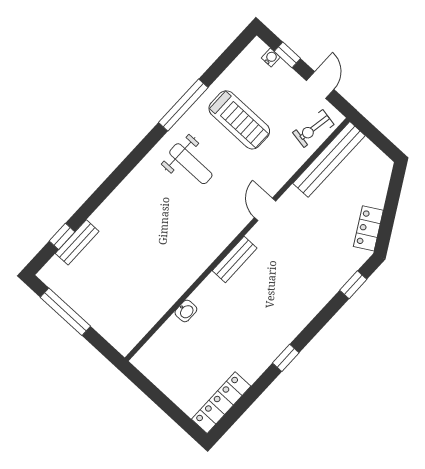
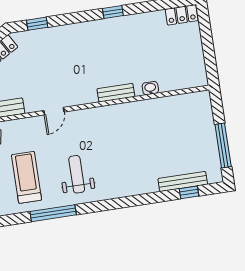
bench: (77, 242) -> (183, 181), width x1.36
bench: (235, 259) -> (116, 93), moved
locker: (221, 403) -> (182, 15), width x0.66

